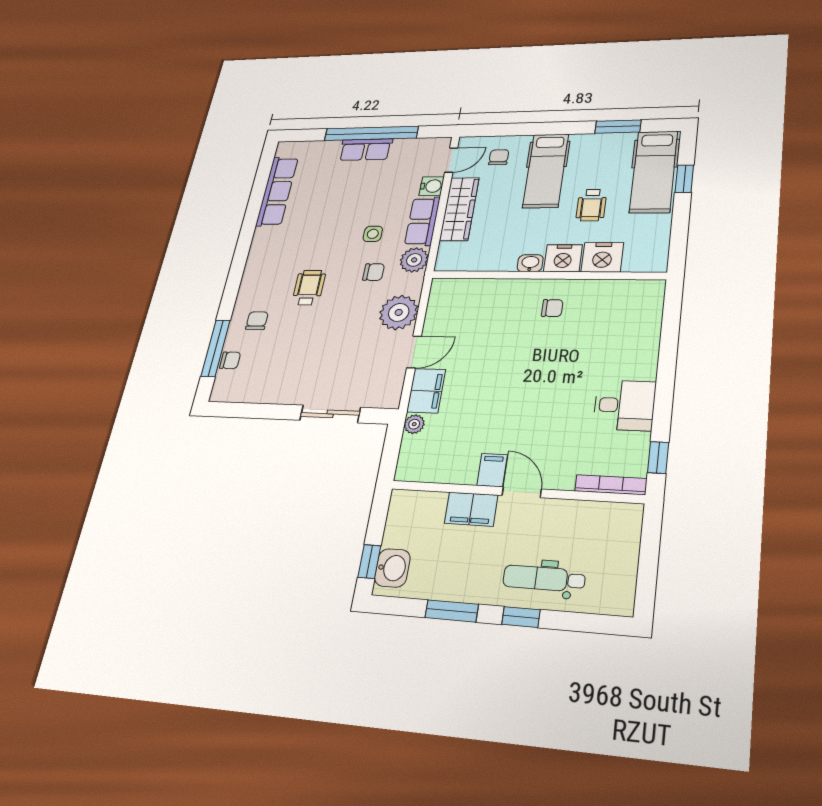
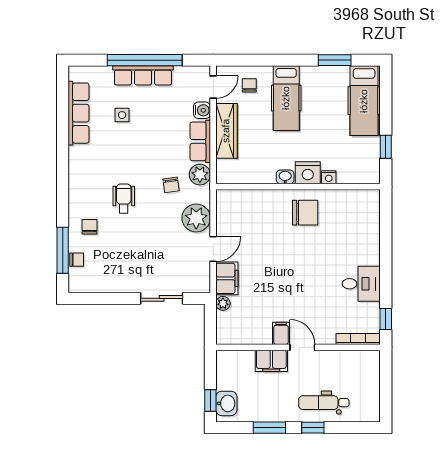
row of seats: (366, 150) -> (143, 75), width x1.48
window: (684, 179) -> (386, 147), moved
wheelchair: (591, 205) -> (323, 129), removed
side table: (373, 234) -> (122, 115), moved
nightstand: (602, 257) -> (329, 177), width x0.53, depth x0.56
chair: (374, 272) -> (171, 185), turned 82
chair: (552, 308) -> (305, 213), width x1.87, depth x1.87

